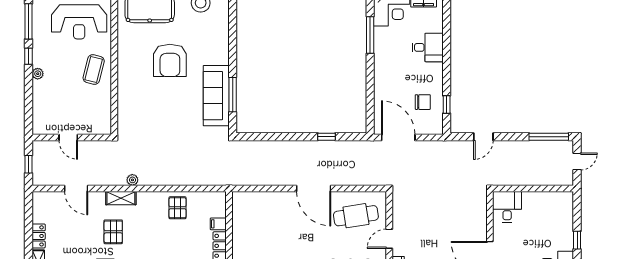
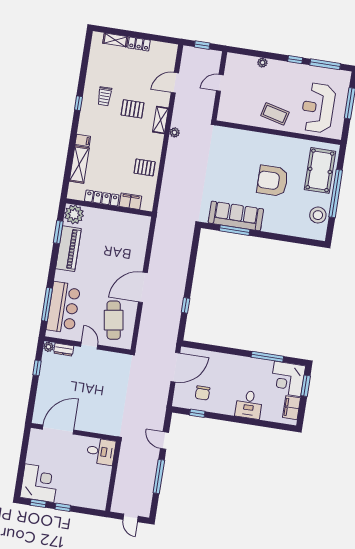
plant: (38, 74) -> (262, 63), moved
window: (549, 137) -> (159, 477), moved
filing cabinet: (218, 224) -> (130, 201), width x2.00

